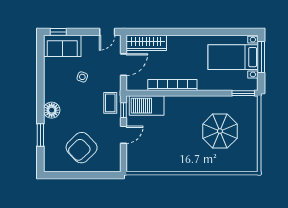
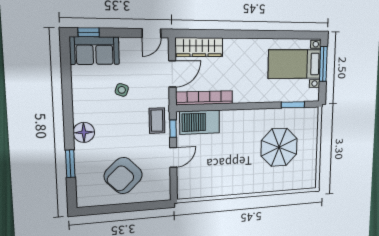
bookcase: (172, 85) -> (204, 98), moved
window: (243, 93) -> (293, 105), moved

